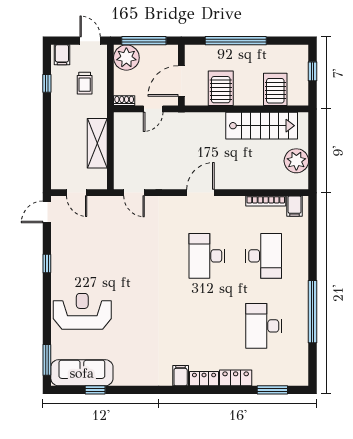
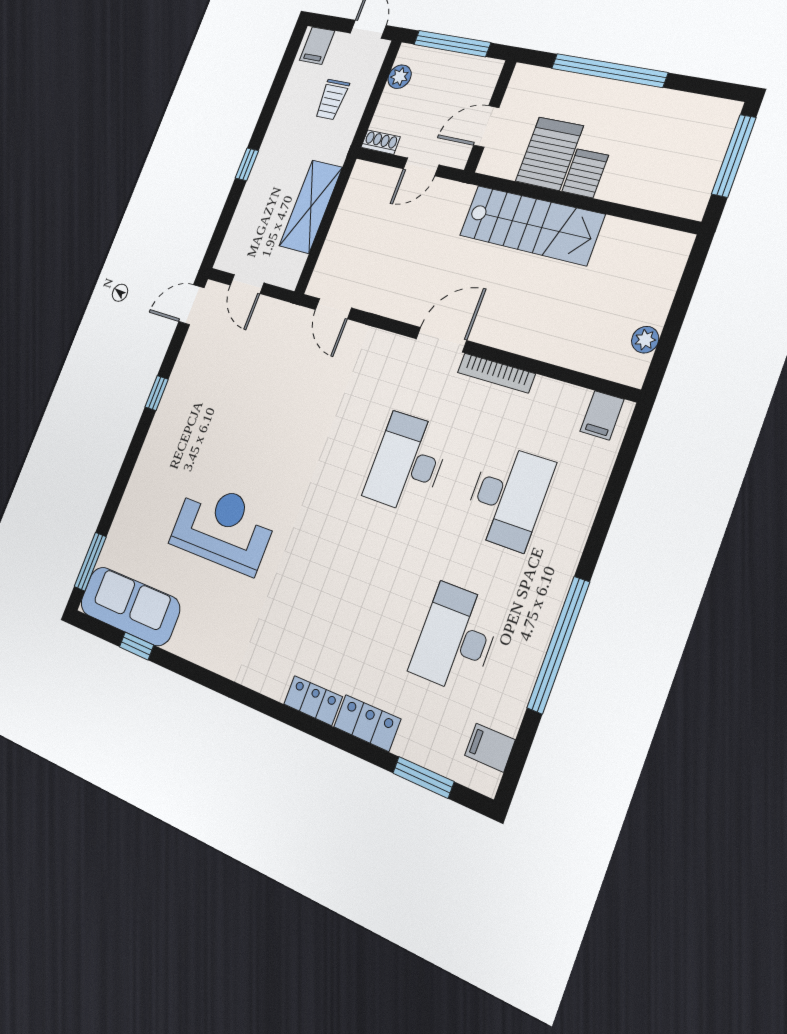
plant: (126, 58) -> (399, 77), width x0.53, depth x0.53
window: (313, 71) -> (734, 156), width x2.17
door: (181, 81) -> (486, 126), width x0.73
window: (47, 83) -> (247, 164), moved
server rack: (275, 89) -> (585, 173), moved, width x0.73, depth x0.70
stairs: (262, 126) -> (531, 225), moved
plant: (296, 161) -> (645, 340), width x0.53, depth x0.53
bookcase: (266, 201) -> (496, 373), moved
reception desk: (82, 311) -> (223, 527), moved
filing cabinet: (181, 376) -> (490, 748), moved, turned -90

